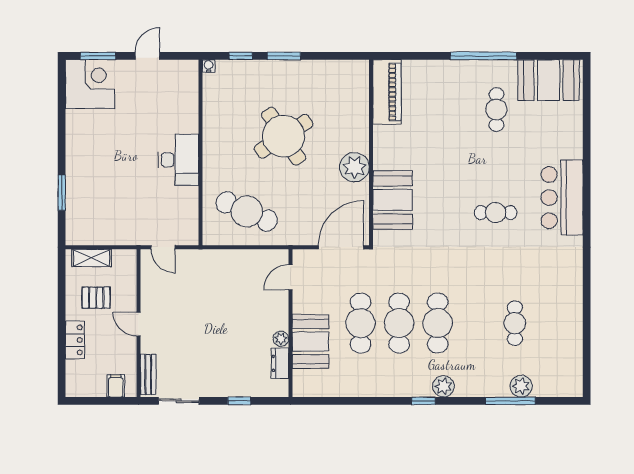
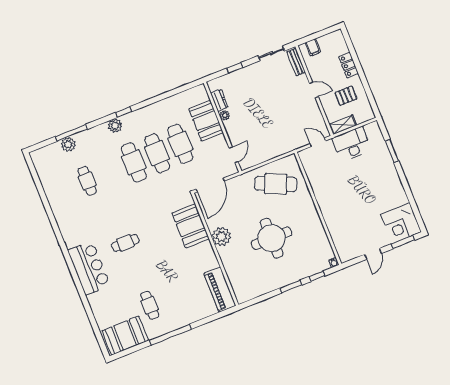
round table: (284, 136) -> (272, 238), turned 33
desk: (178, 160) -> (352, 144), moved, turned 90
shelving: (92, 258) -> (343, 125), moved

